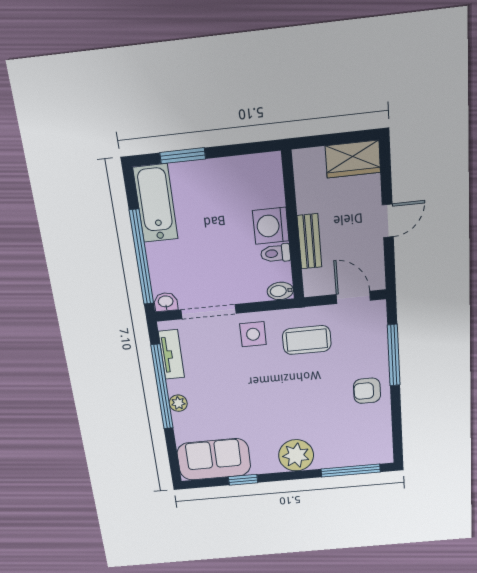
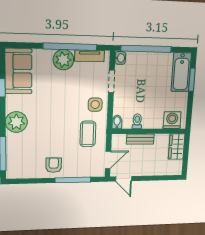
wardrobe: (353, 159) -> (177, 147), moved
bathtub: (156, 203) -> (181, 72), moved, turned 90
door: (388, 221) -> (124, 179), moved
washing machine: (271, 226) -> (172, 120), moved
doorway: (209, 312) -> (111, 81), width x0.73
plant: (178, 403) -> (63, 60), width x1.88, depth x1.88

